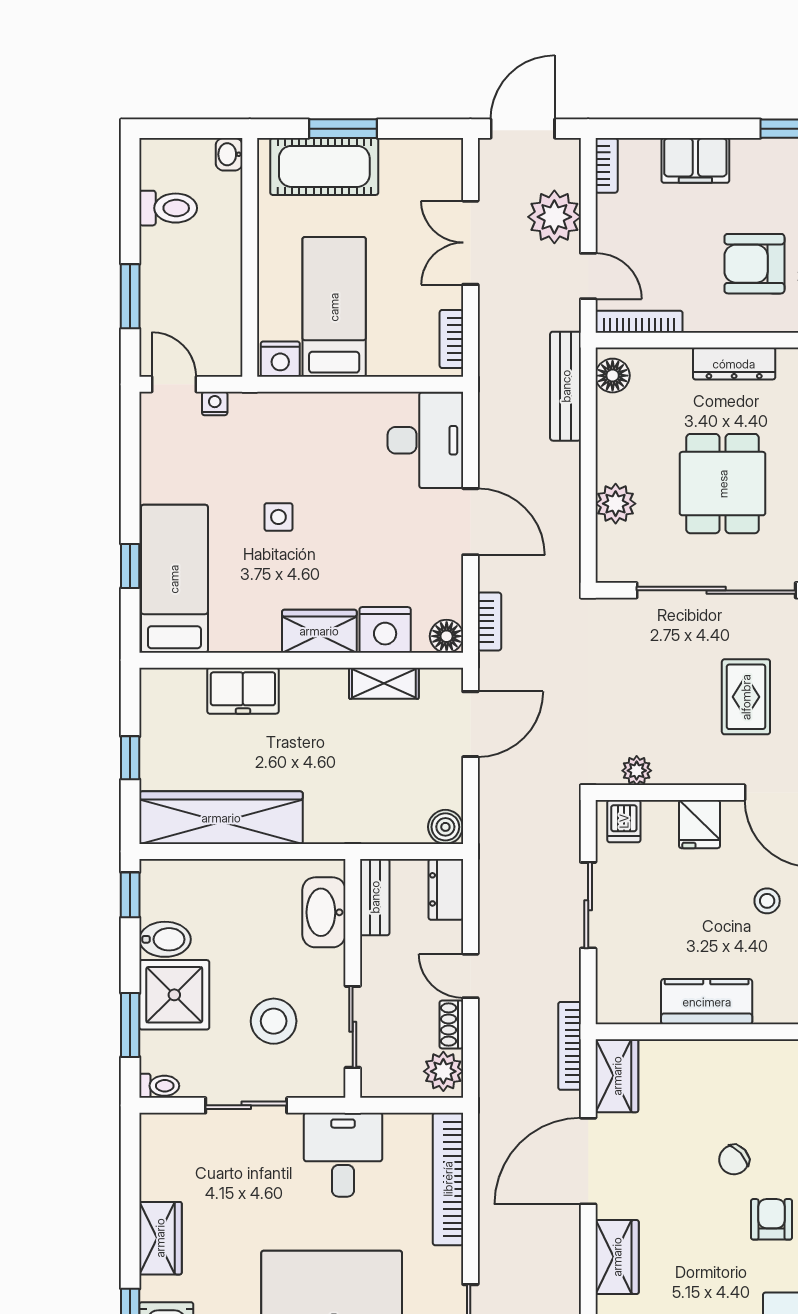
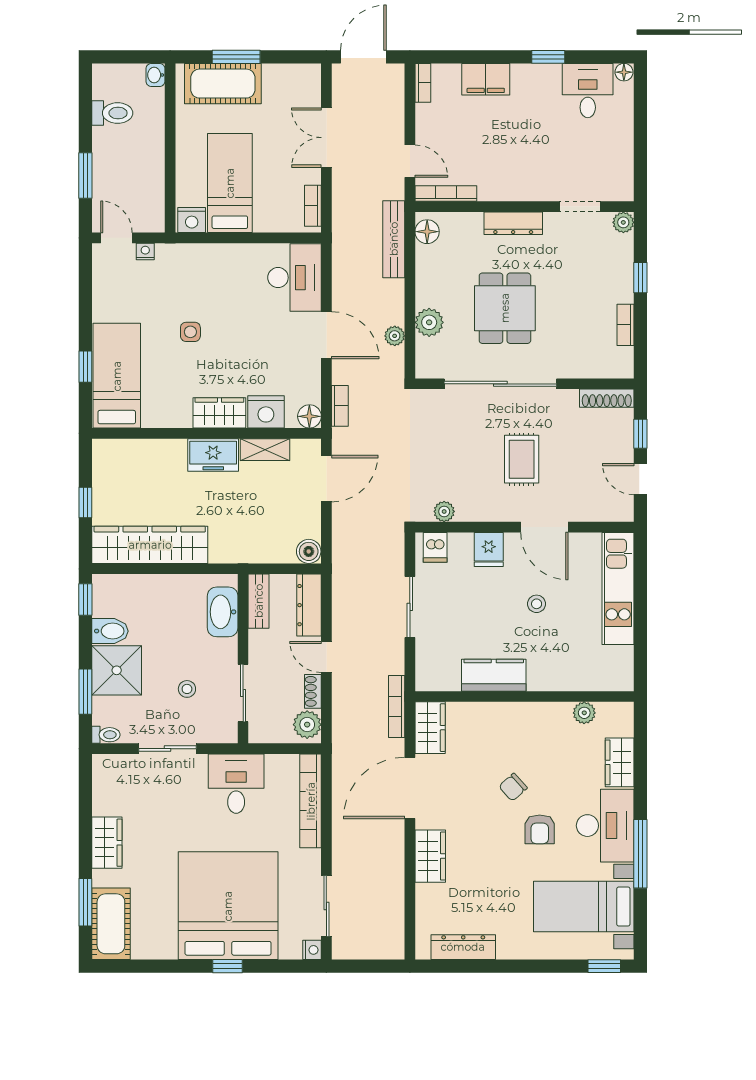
plant: (554, 217) -> (395, 336), moved, width x0.53, depth x0.53
armchair: (754, 264) -> (528, 152), removed
freezer: (243, 691) -> (213, 455), moved
dresser: (446, 889) -> (309, 605), width x1.44
stool: (274, 1021) -> (187, 689), width x0.53, depth x0.53
armchair: (772, 1219) -> (540, 829), turned 180

